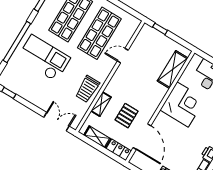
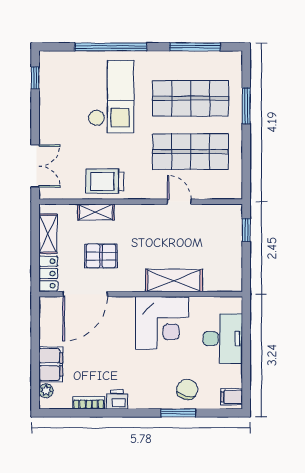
shelving: (173, 69) -> (174, 281), moved

